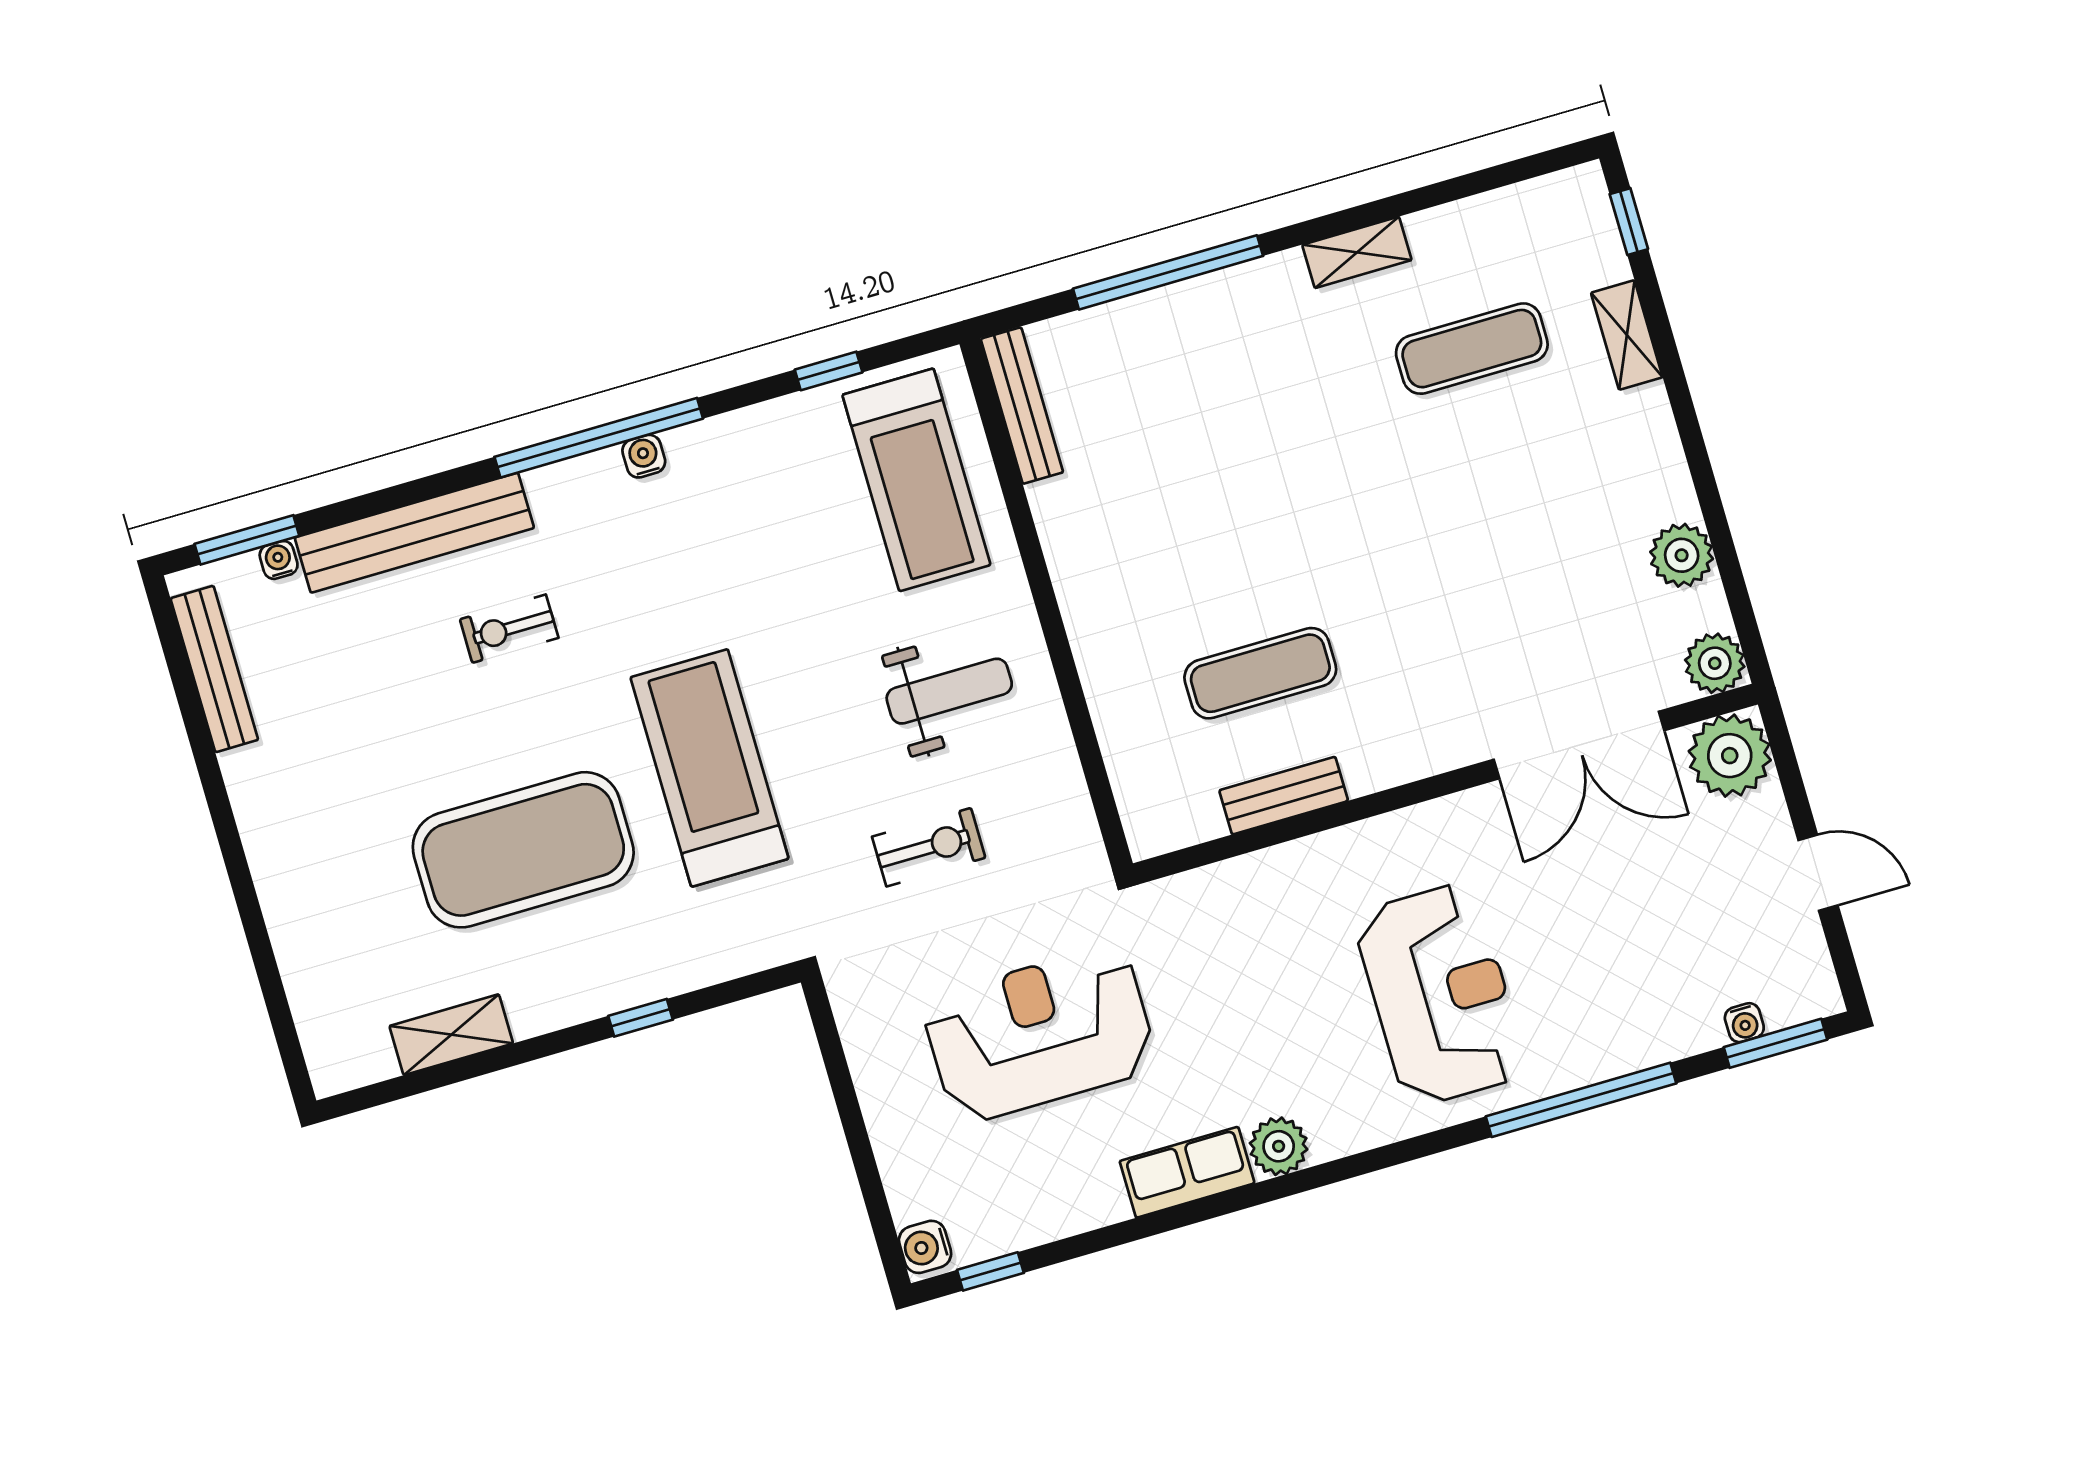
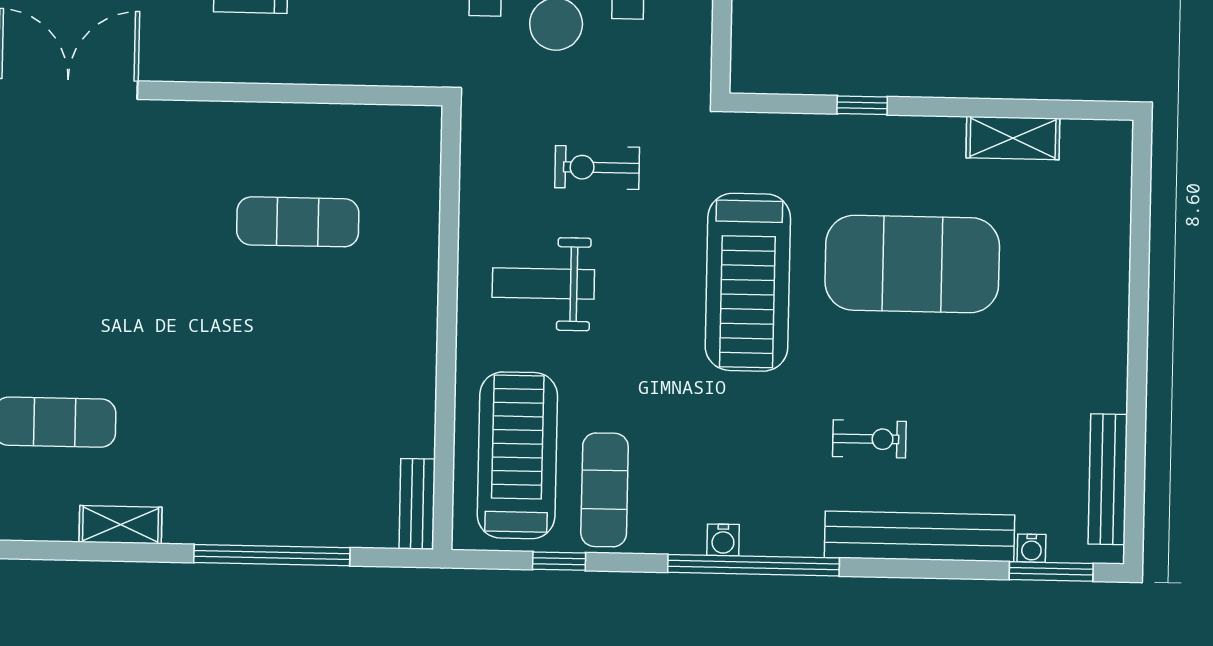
bench: (1022, 406) -> (417, 504), width x0.73
exercise mat: (801, 471) -> (605, 490), added
bench: (1284, 796) -> (309, 121), removed

